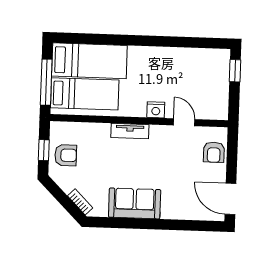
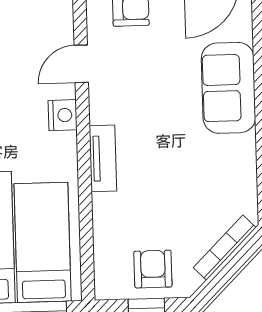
bookcase: (80, 202) -> (225, 248), width x1.56
sofa: (135, 203) -> (228, 88), moved

